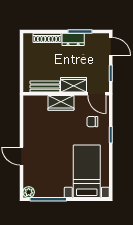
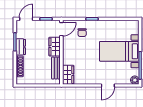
wardrobe: (61, 103) -> (68, 75), moved
bed with nightstands: (87, 171) -> (119, 51), moved

